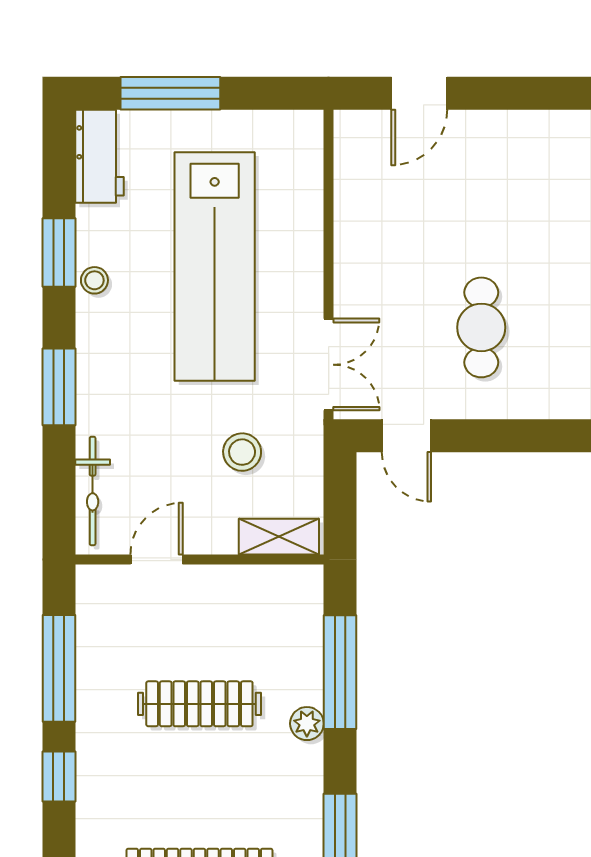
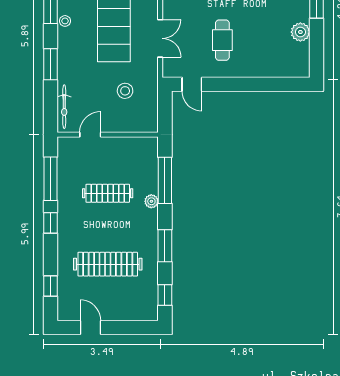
double door: (329, 365) -> (160, 38), moved
shelving: (279, 537) -> (140, 125), removed

